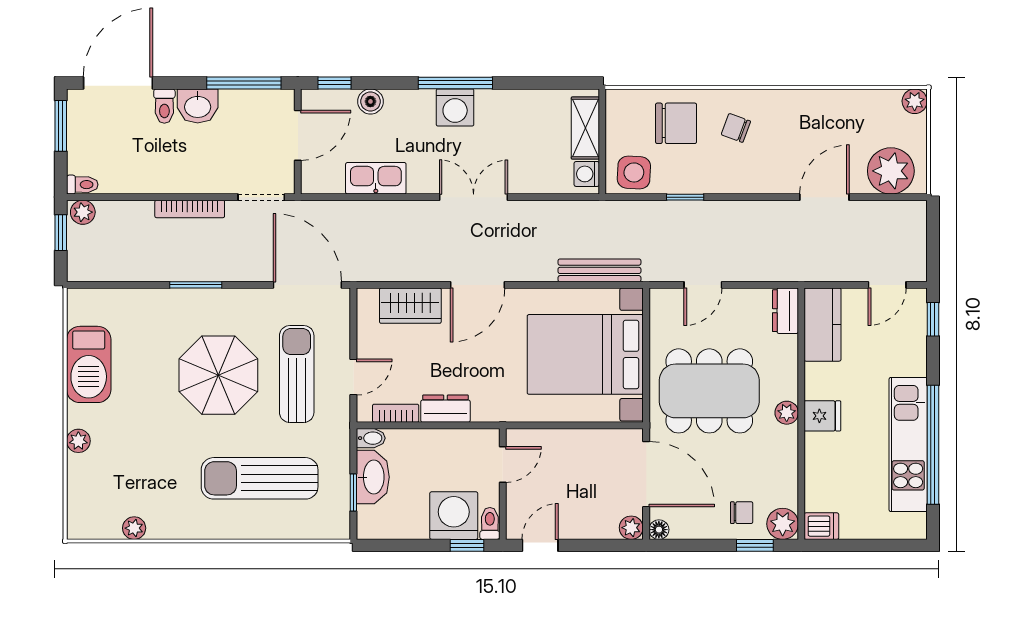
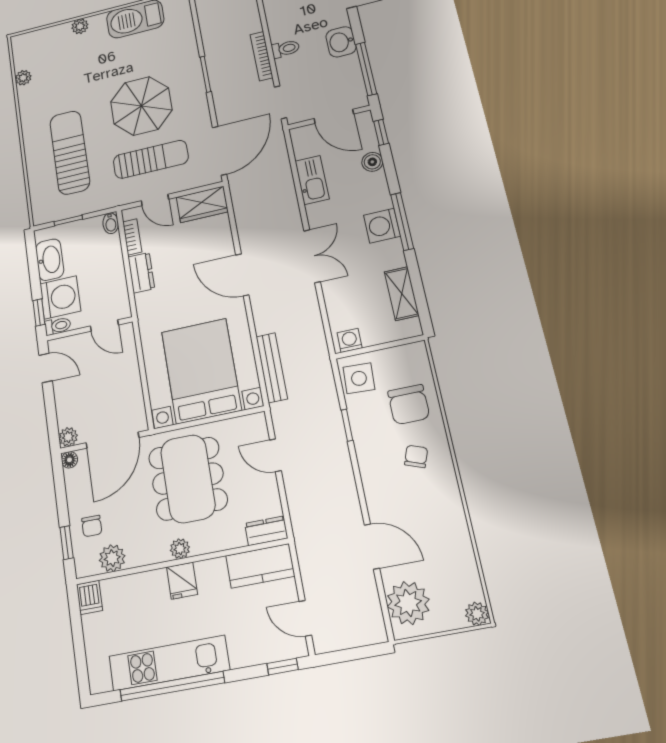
toilet: (164, 106) -> (285, 49), moved, turned 180
shelving: (585, 128) -> (402, 294), moved, turned 90
wardrobe: (410, 306) -> (202, 204), moved, turned -90
washbasin: (373, 477) -> (50, 260), moved, turned -90
plant: (783, 524) -> (112, 558), moved

